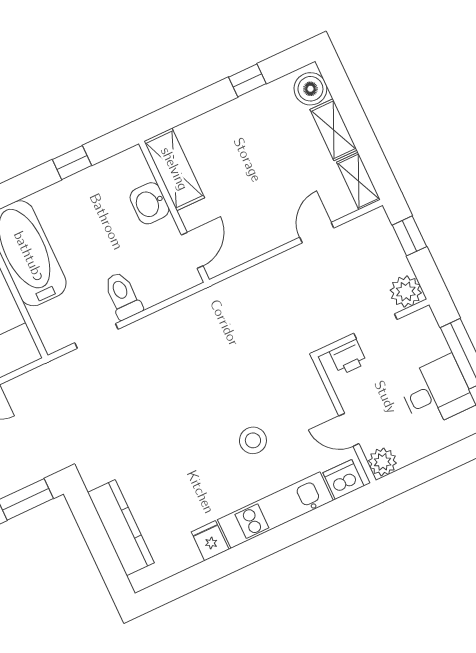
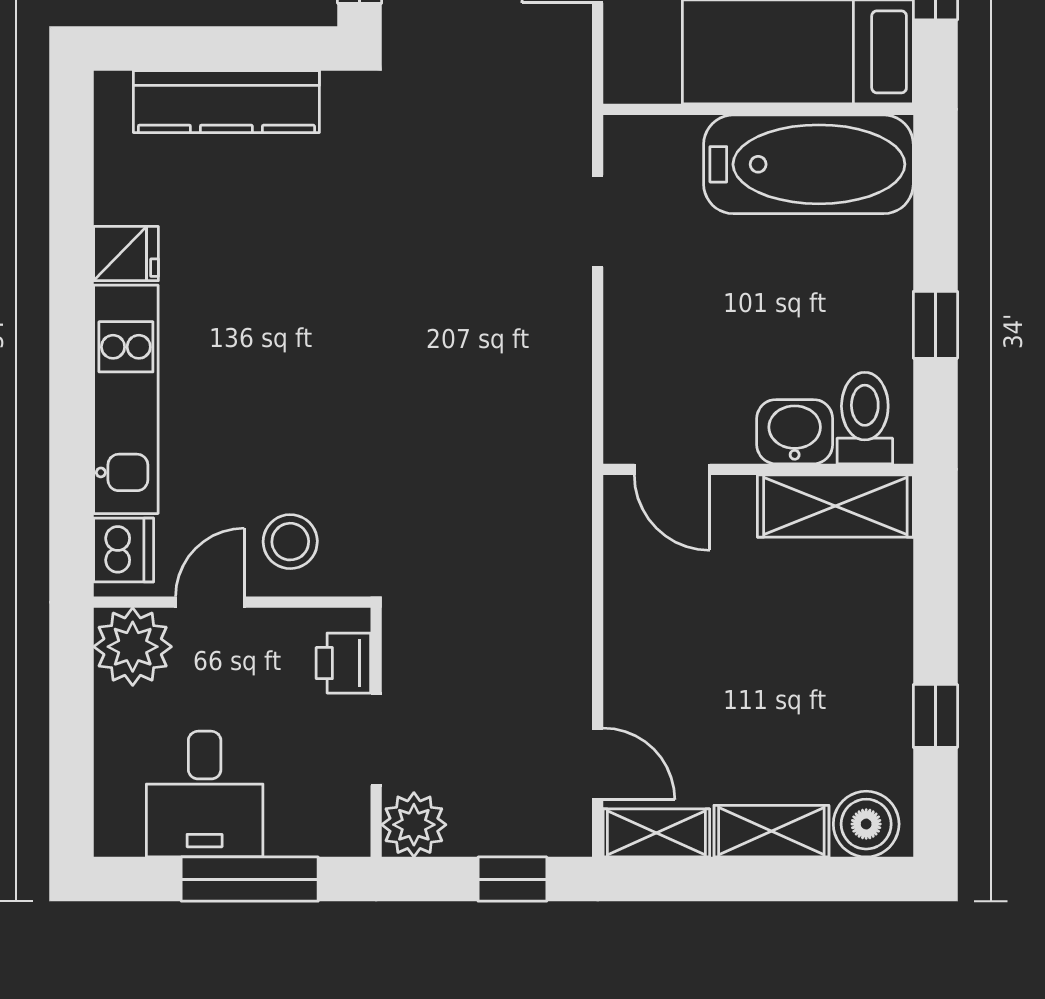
door: (317, 233) -> (598, 764), moved
toilet: (123, 296) -> (865, 418), moved, turned -90
stool: (253, 440) -> (290, 542), moved
plant: (383, 462) -> (133, 647), width x1.36, depth x1.36

